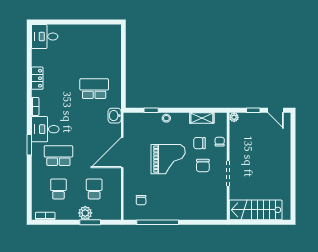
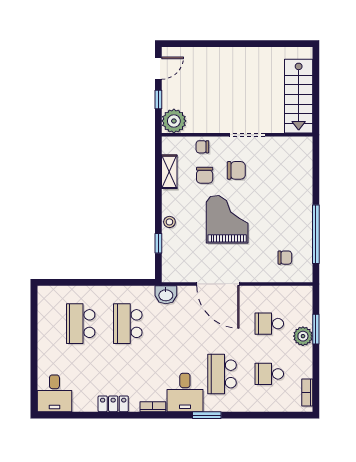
school desk: (94, 55) -> (81, 324), added
plant: (234, 117) -> (174, 121), width x1.87, depth x1.87

